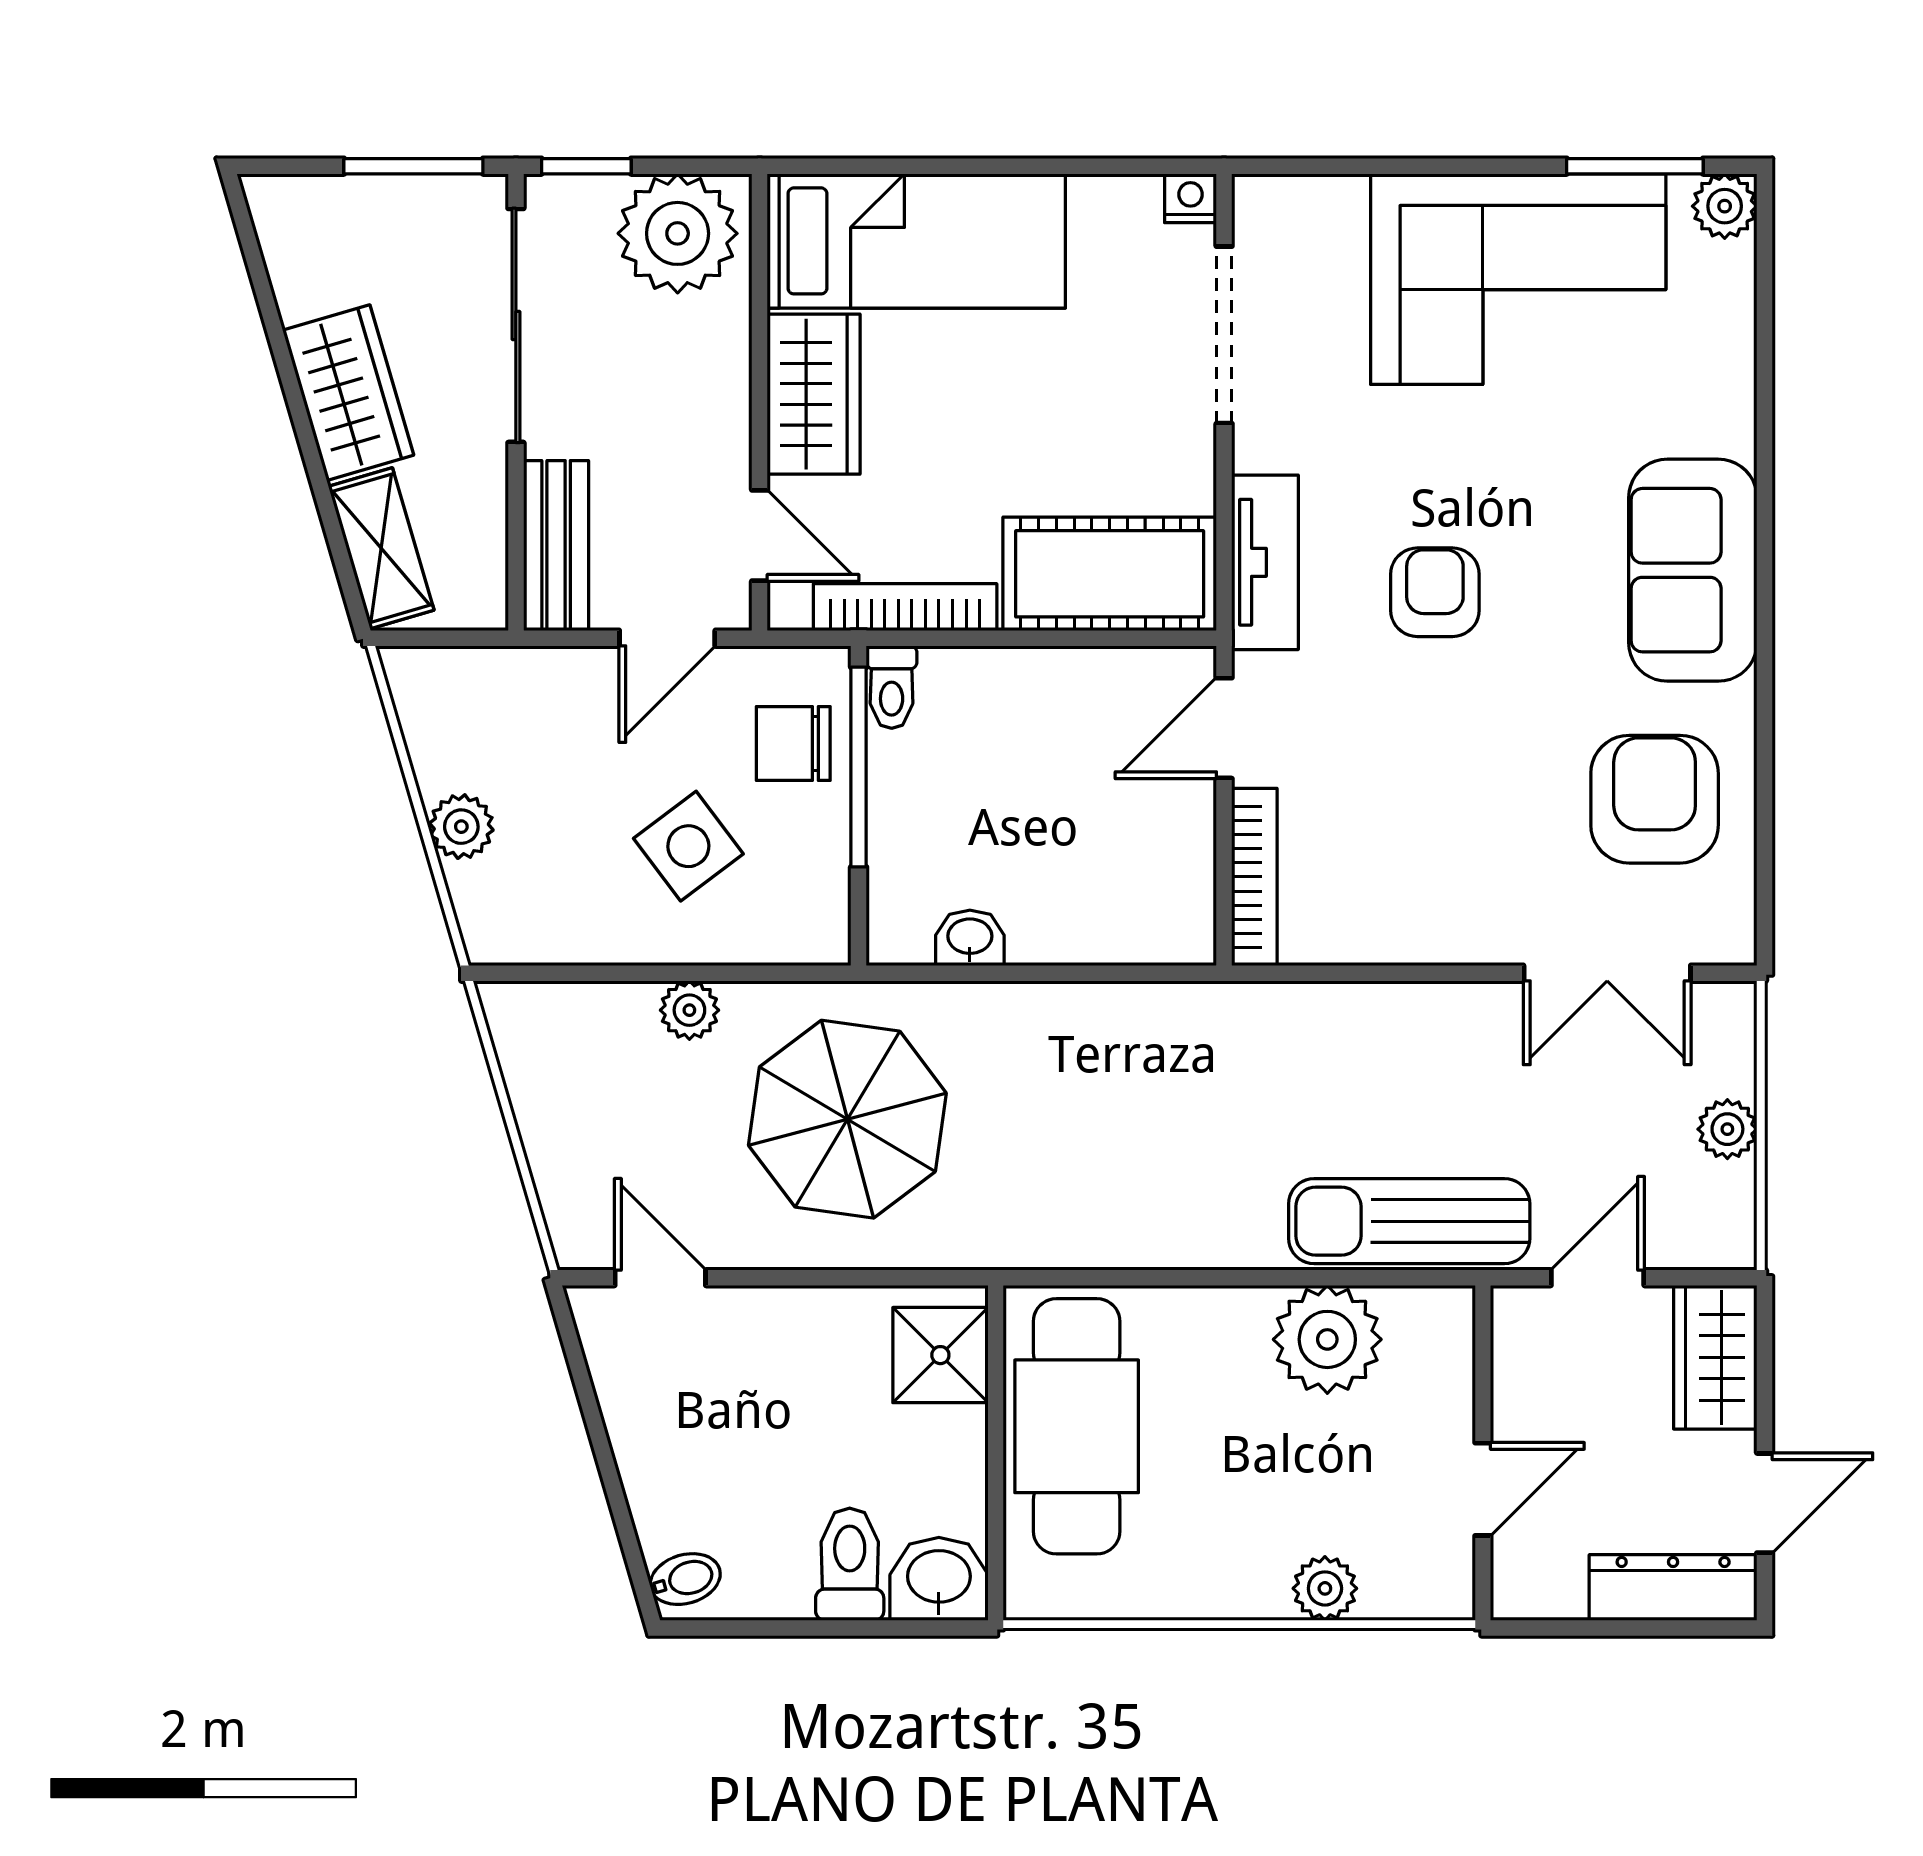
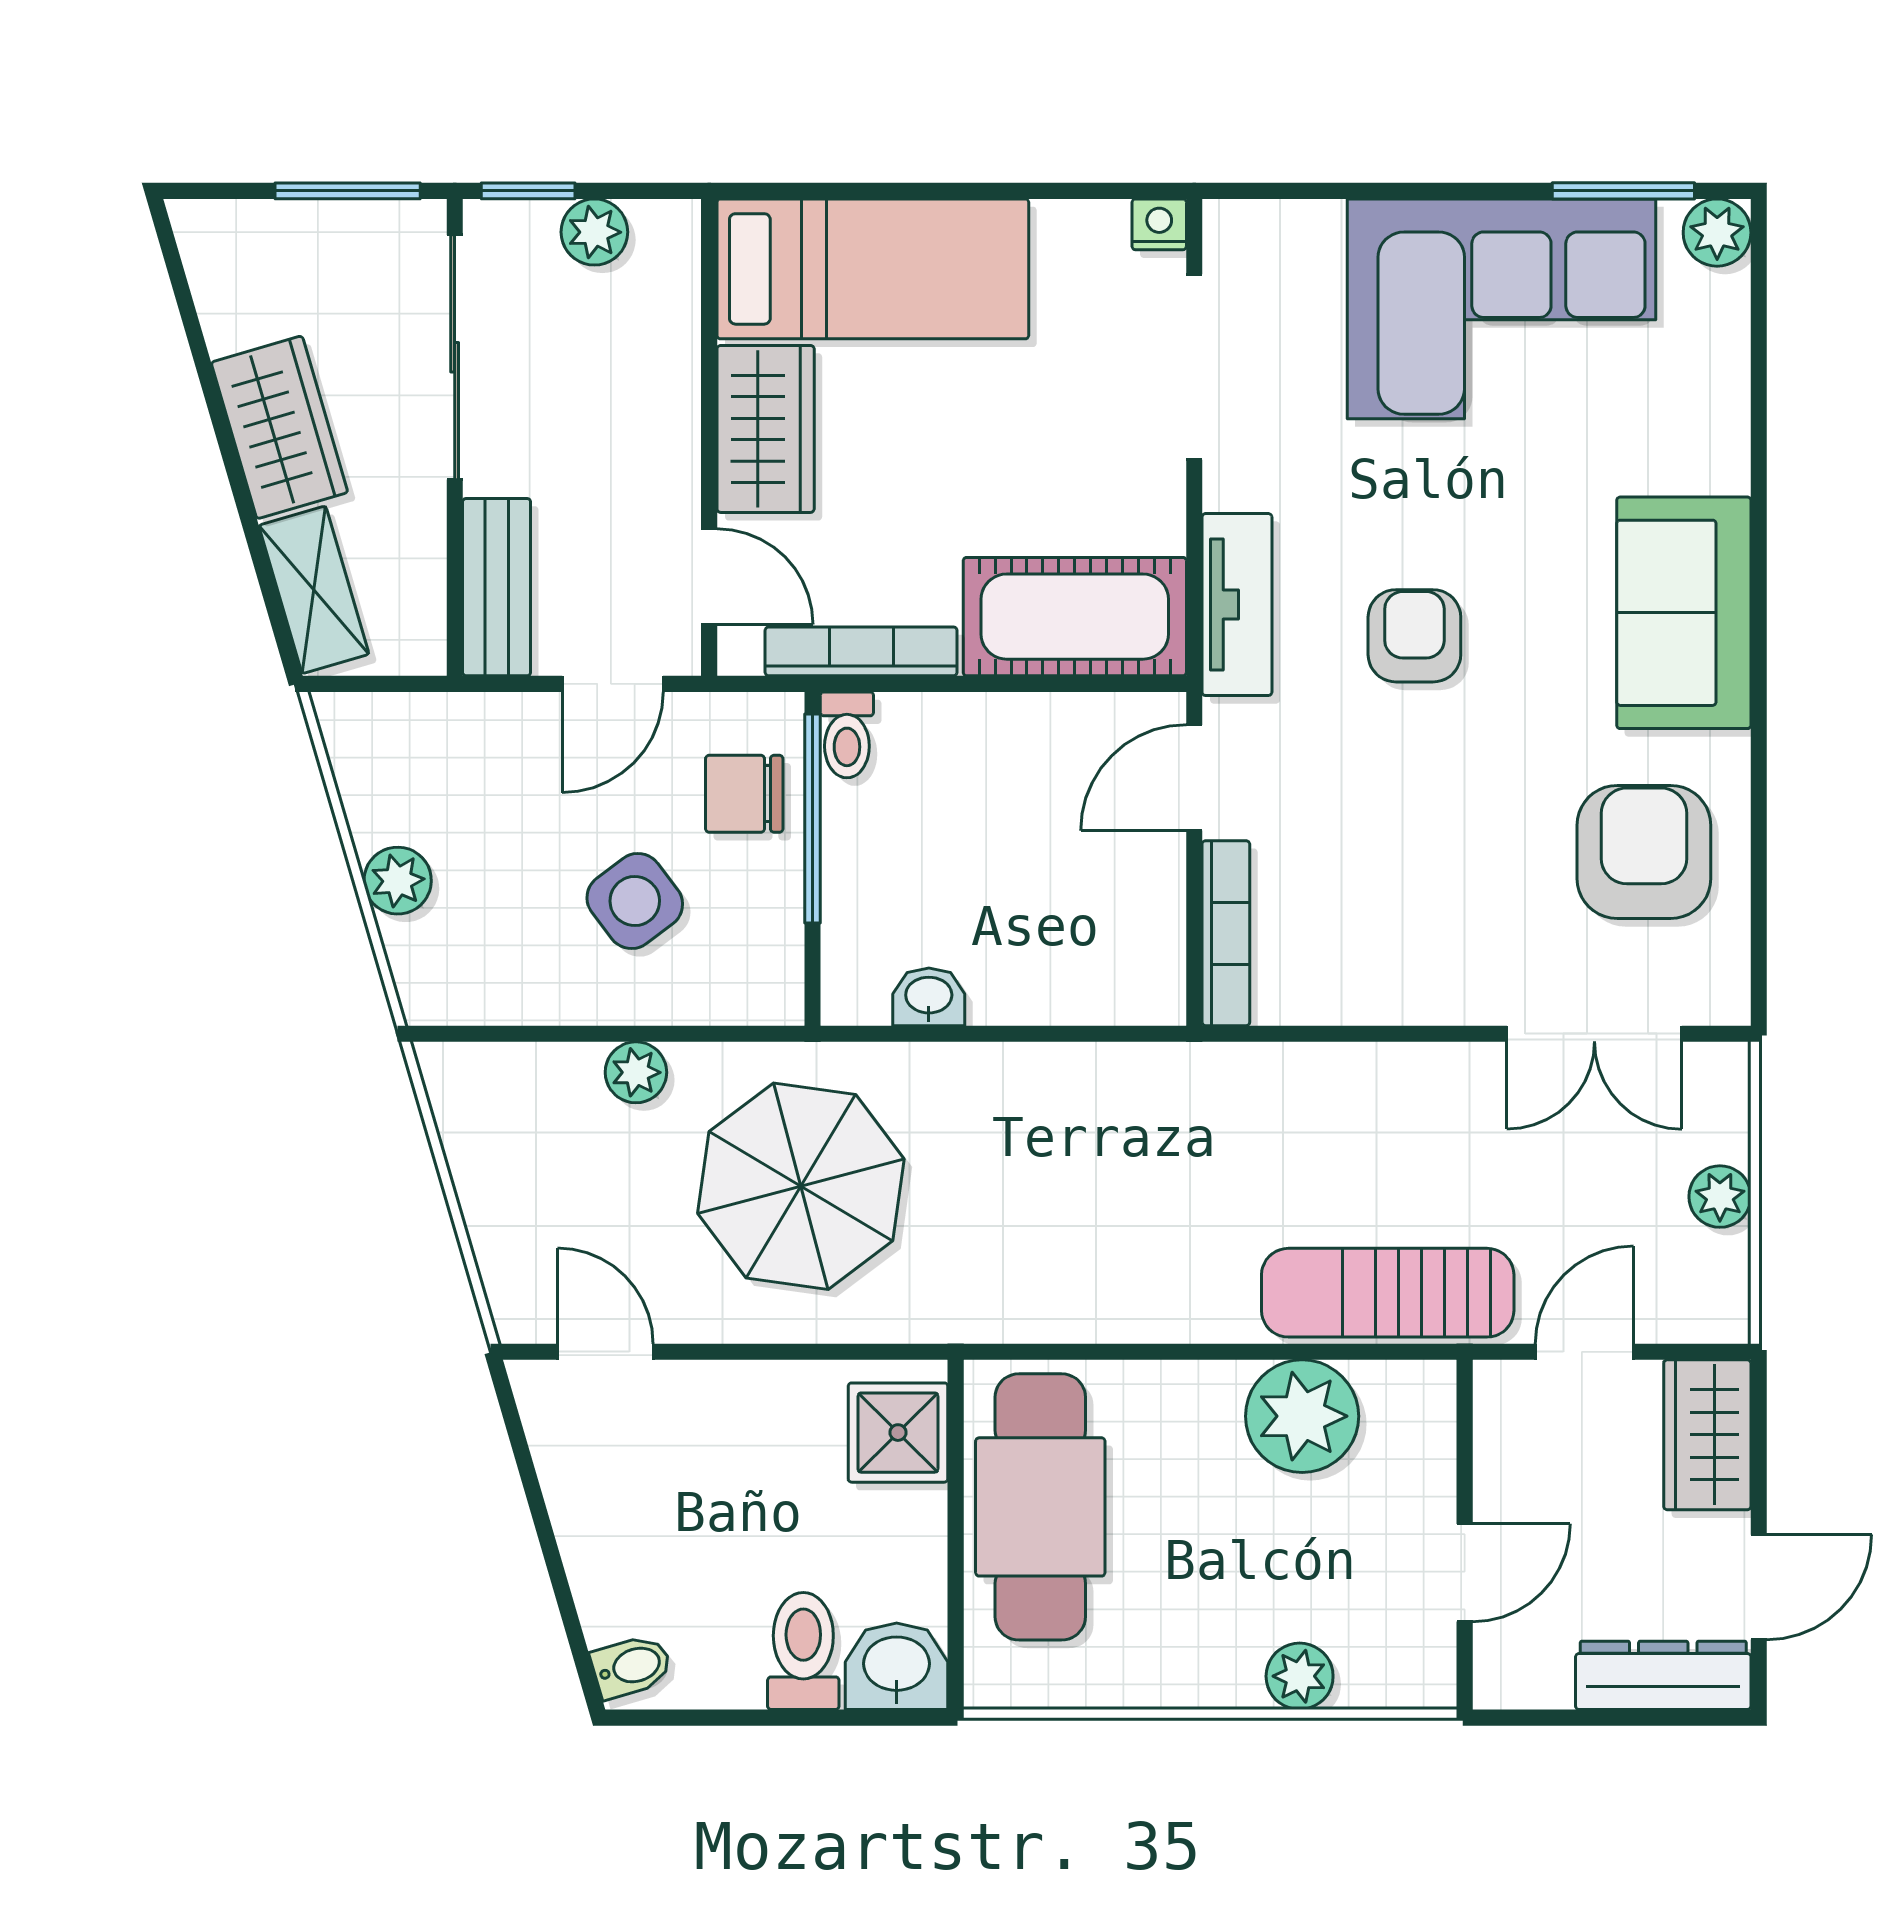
plant: (678, 233) -> (594, 232), width x0.53, depth x0.53

